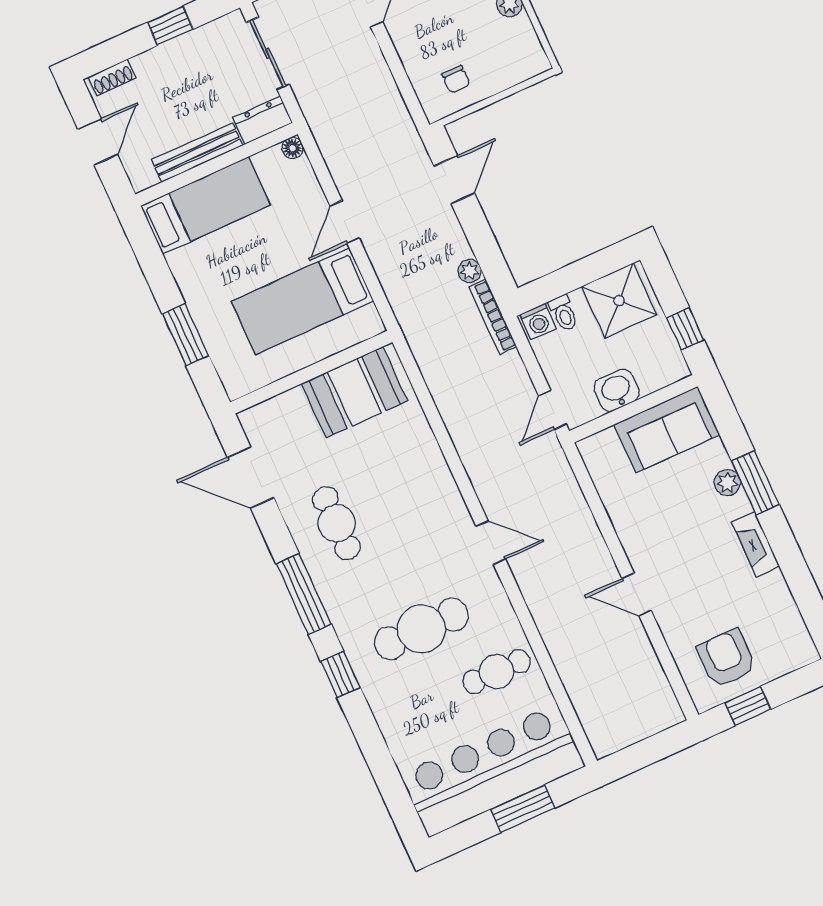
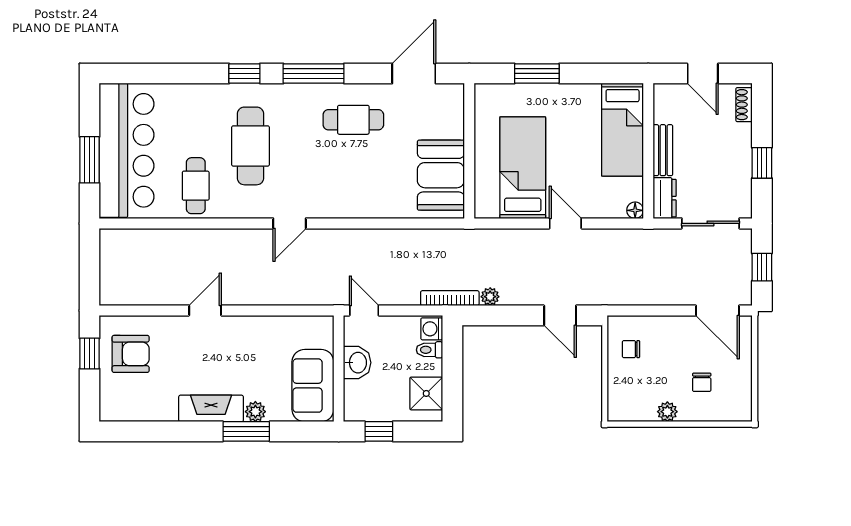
bench: (197, 153) -> (663, 150), width x0.73
shower: (619, 301) -> (426, 393), width x0.73, depth x0.73
fireplace: (756, 544) -> (211, 408), width x1.37, depth x1.32

